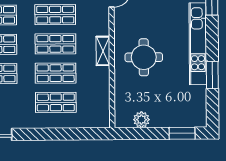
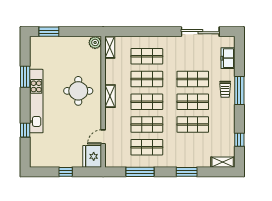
shelving: (104, 114) -> (110, 47), added
plant: (141, 120) -> (95, 42), moved

